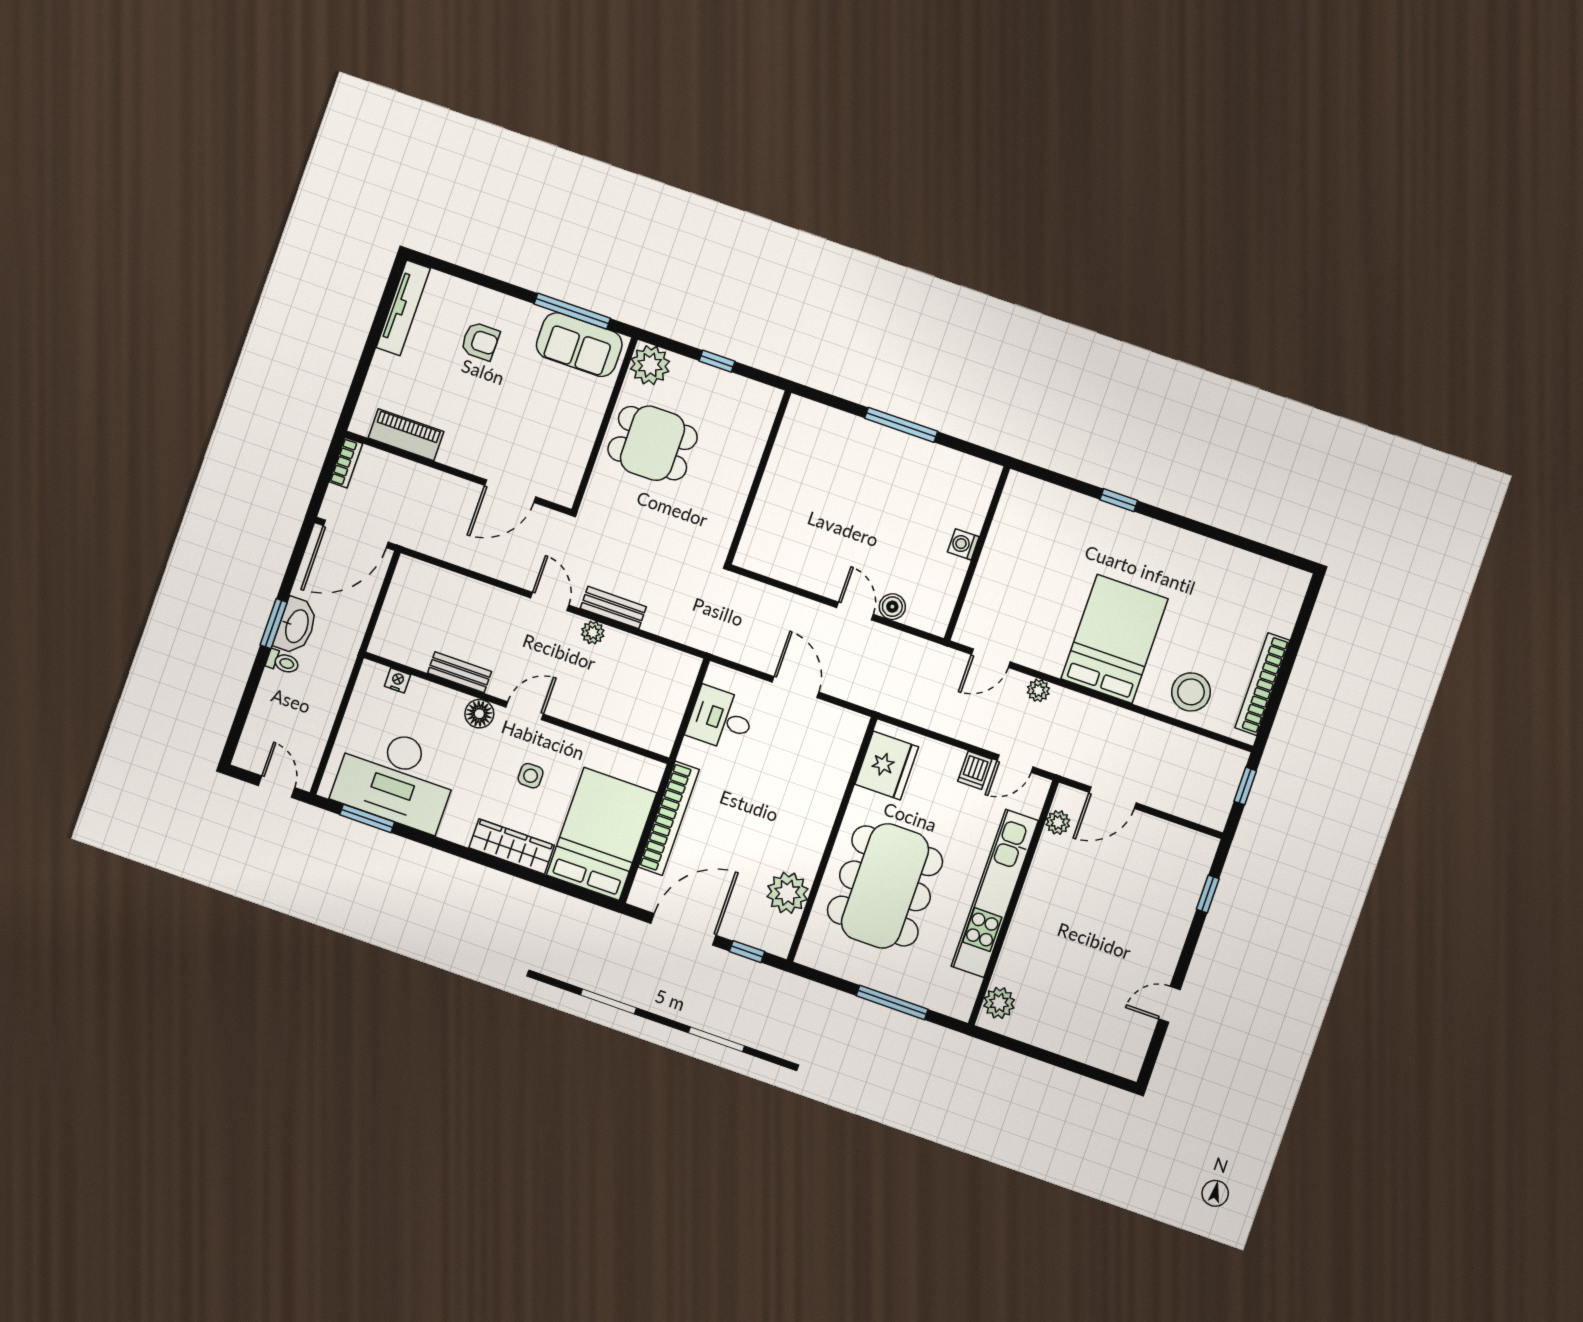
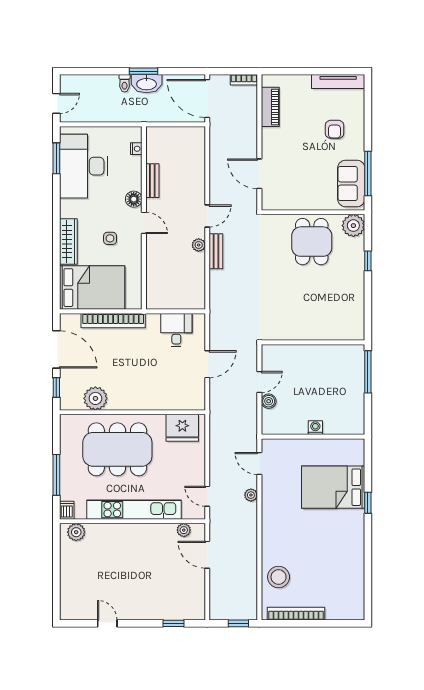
wall: (758, 477) -> (313, 342), moved
bed: (1115, 639) -> (333, 487), moved, turned 180
dishwasher: (975, 770) -> (67, 510), moved, turned 90

